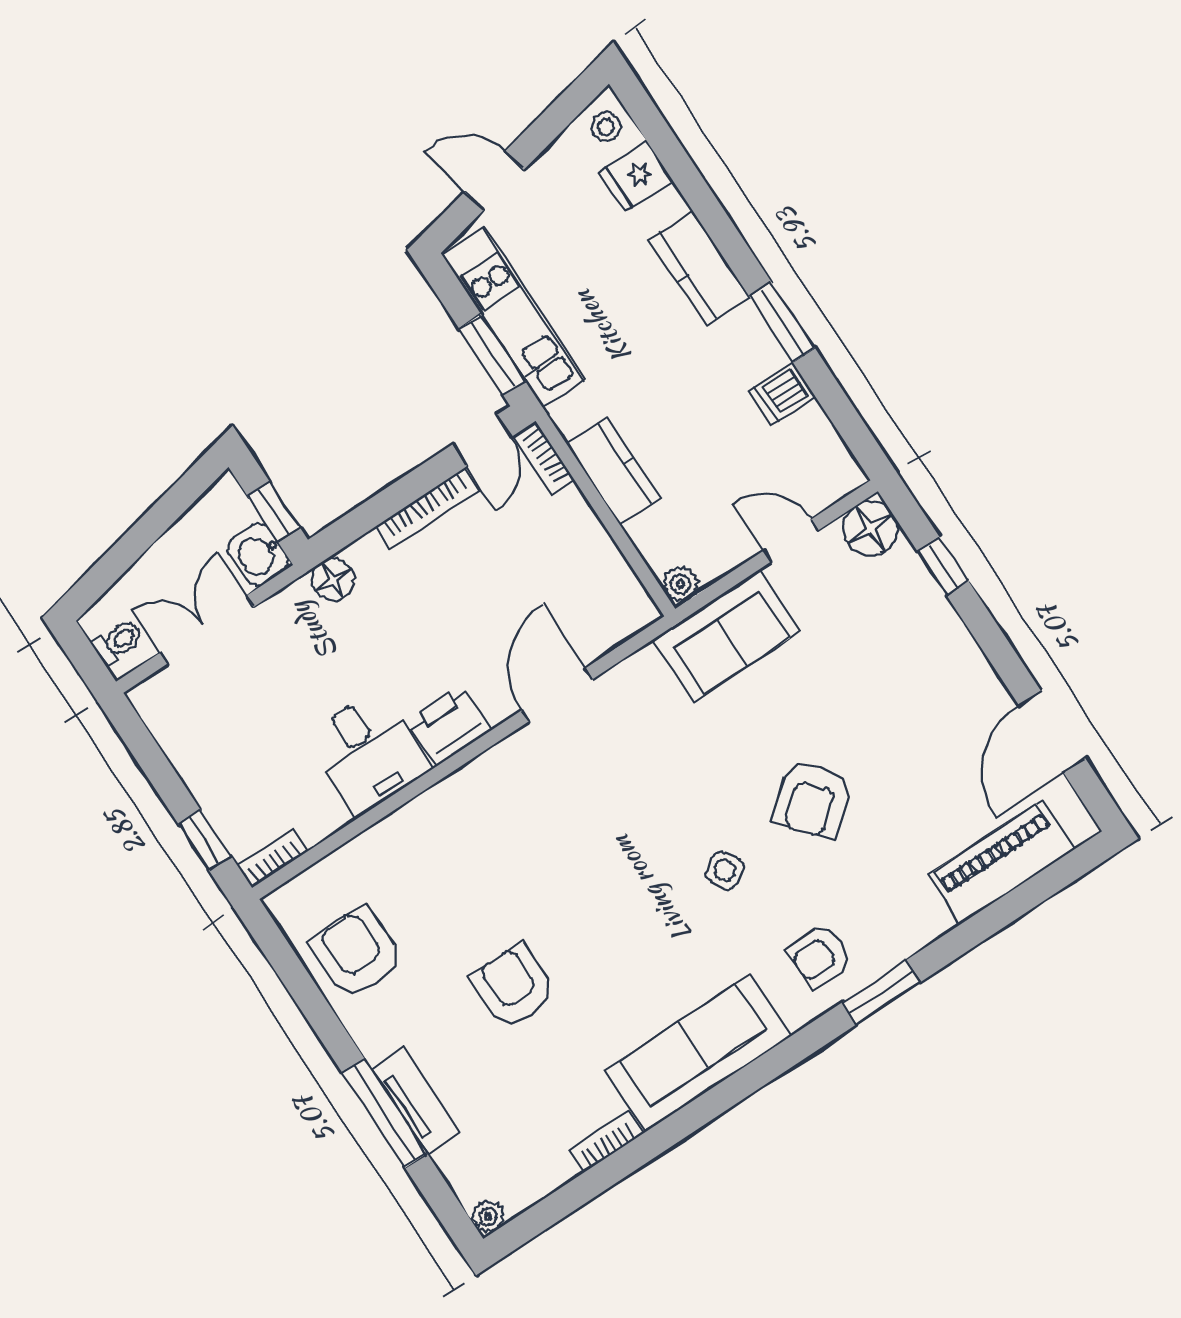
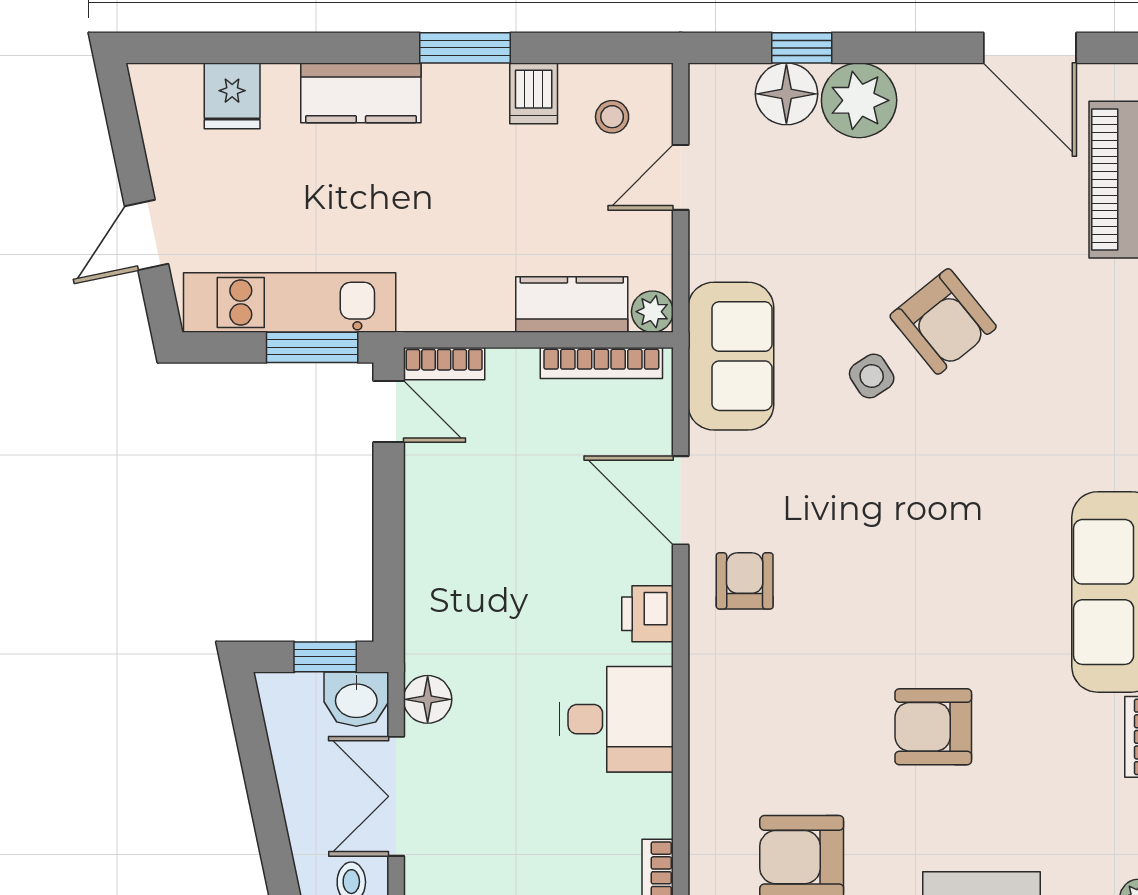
stool: (606, 127) -> (612, 117), moved
kitchen counter: (613, 471) -> (572, 304), moved
bookcase: (427, 508) -> (601, 363), moved, turned 90
floor lamp: (870, 528) -> (786, 94), moved
floor lamp: (333, 579) -> (428, 699), moved
plant: (932, 633) -> (859, 100), added
sofa: (726, 635) -> (731, 356), moved
printer: (449, 725) -> (648, 614), width x0.73, depth x0.81
side table: (725, 870) -> (872, 376), moved
armchair: (820, 956) -> (745, 581), moved, turned 180

